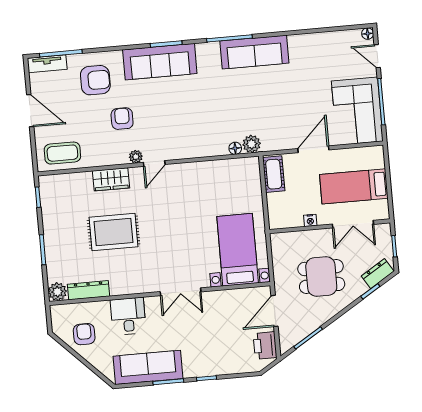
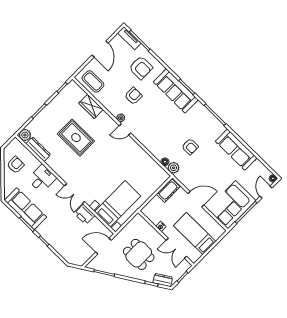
sofa: (254, 52) -> (236, 150), moved
armchair: (243, 102) -> (190, 147), added
wardrobe: (111, 179) -> (91, 106), moved
printer: (265, 345) -> (85, 214), moved, turned -90

